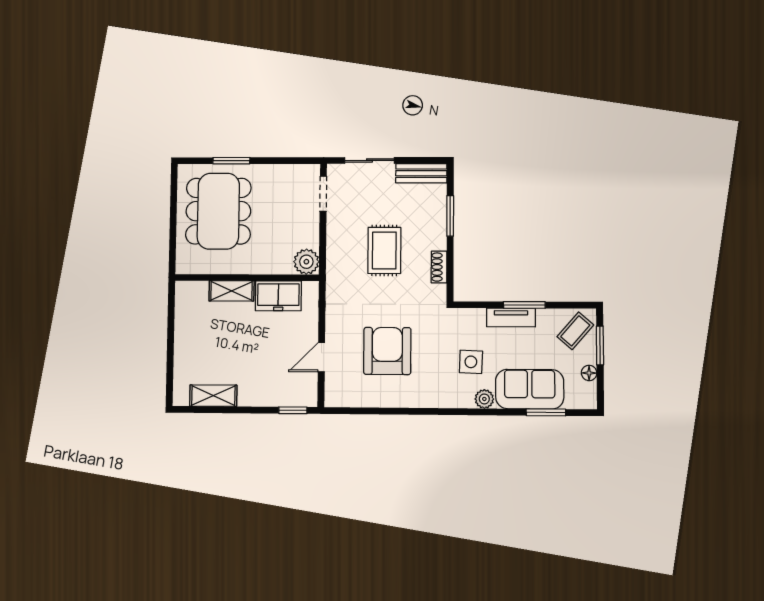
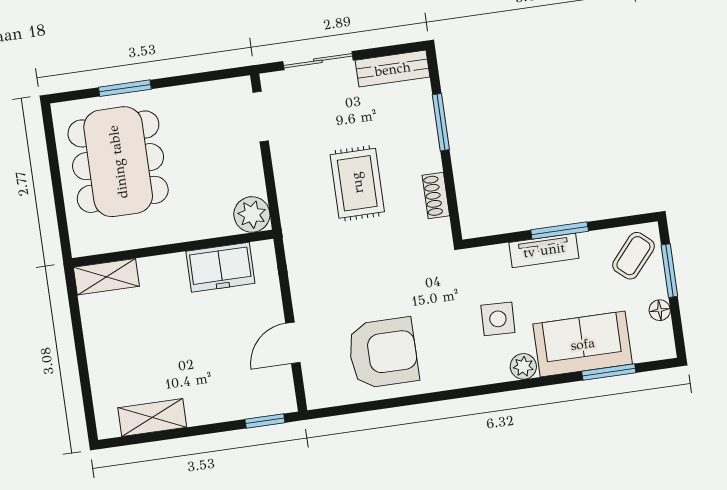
shelving: (232, 291) -> (106, 277), moved
armchair: (387, 351) -> (383, 353), moved, turned 90

